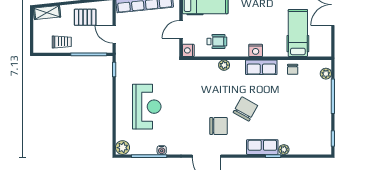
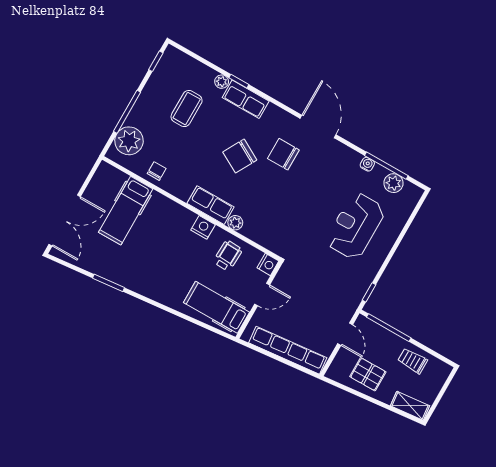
wheelchair: (217, 41) -> (228, 256), turned 92
nightstand: (256, 50) -> (203, 227), moved
row of seats: (261, 67) -> (211, 205), moved
plant: (326, 74) -> (129, 141), width x1.87, depth x1.87
coffee table: (296, 120) -> (187, 109), added
plant: (123, 148) -> (393, 183), moved

